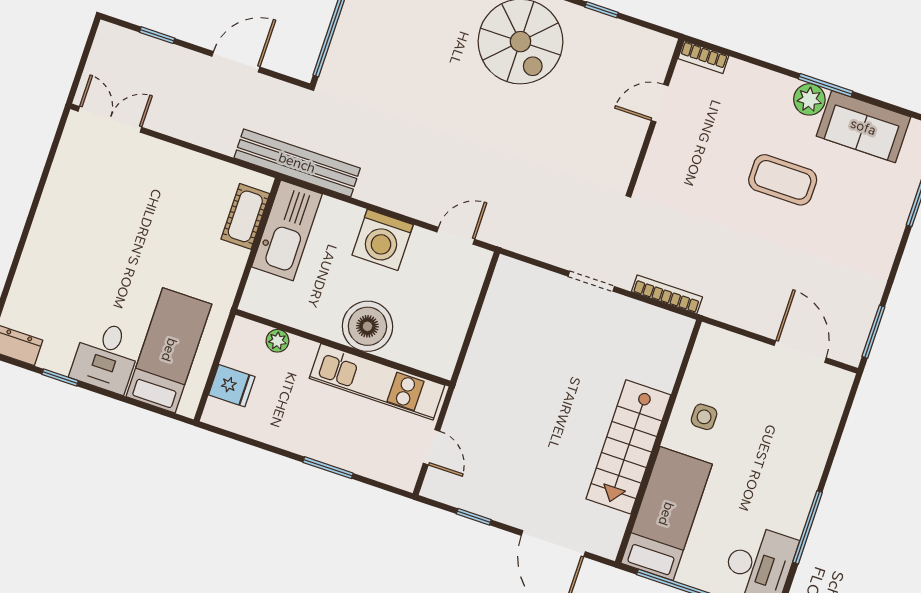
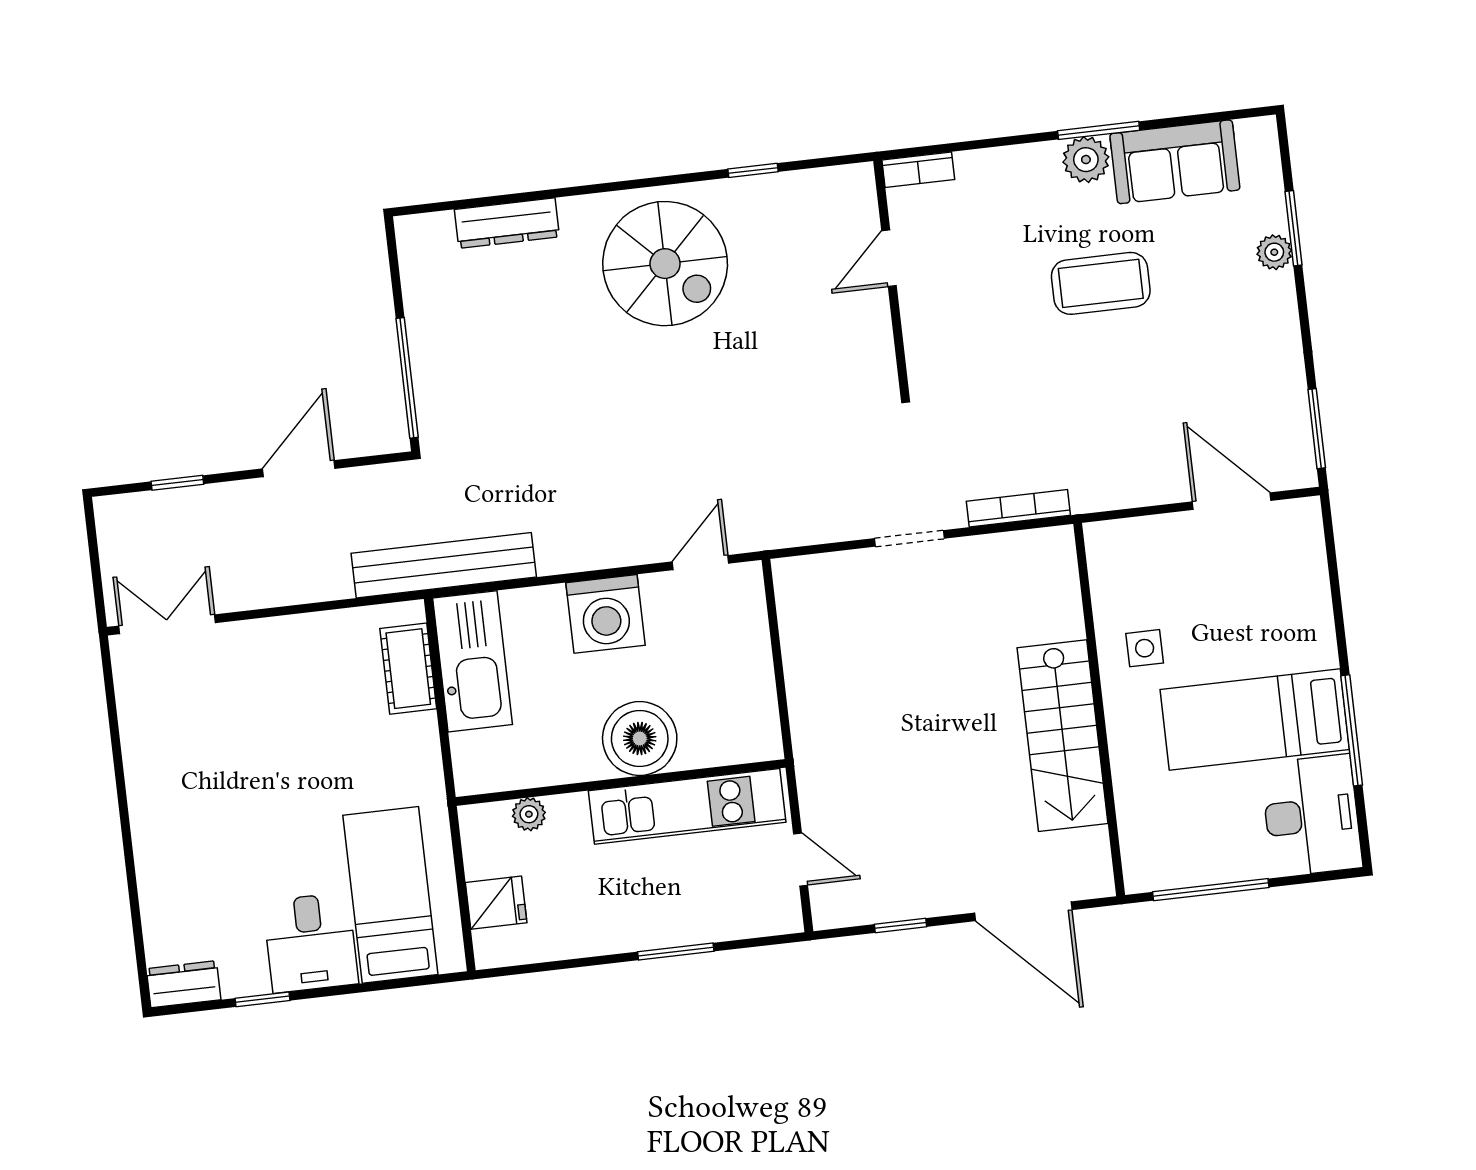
plant: (898, 211) -> (1274, 252), added
bed: (666, 514) -> (1255, 719), moved, turned -90

